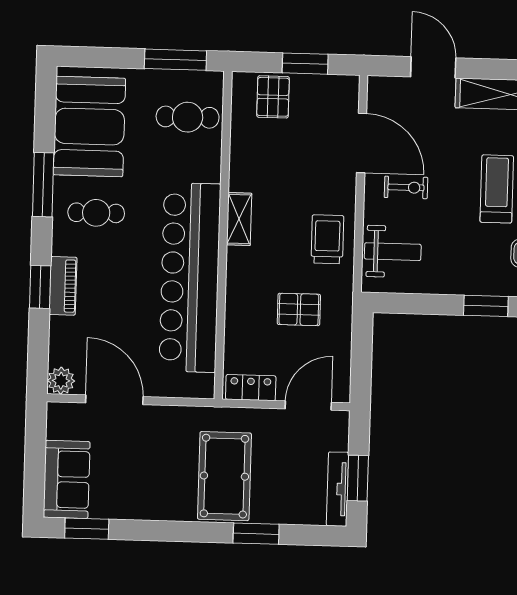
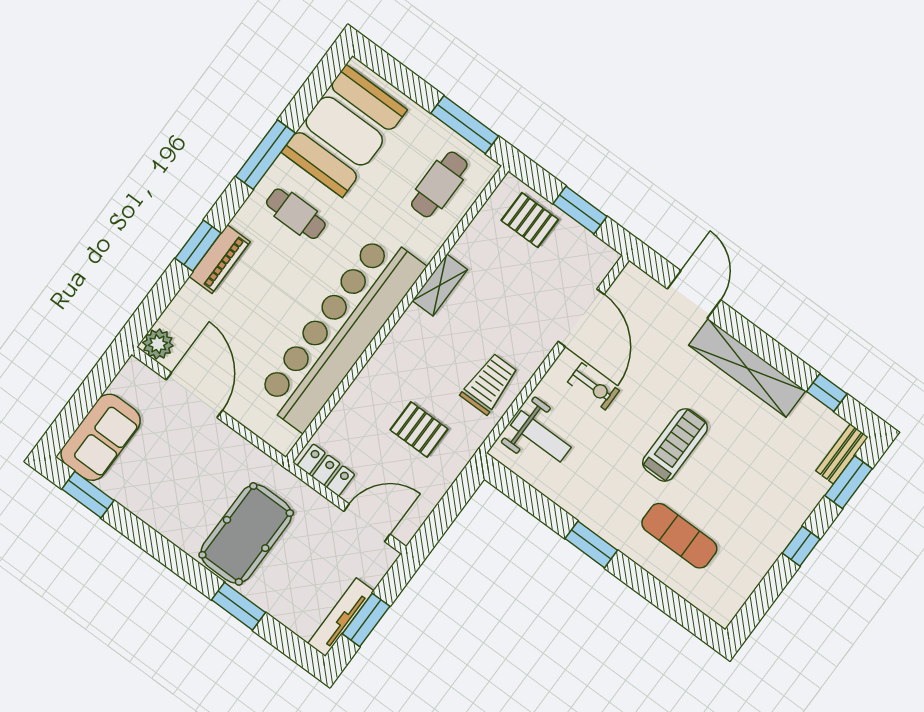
pallet: (273, 97) -> (530, 220), turned 90
cafe table: (188, 117) -> (439, 184), turned 90
shelving: (239, 219) -> (440, 285), moved

